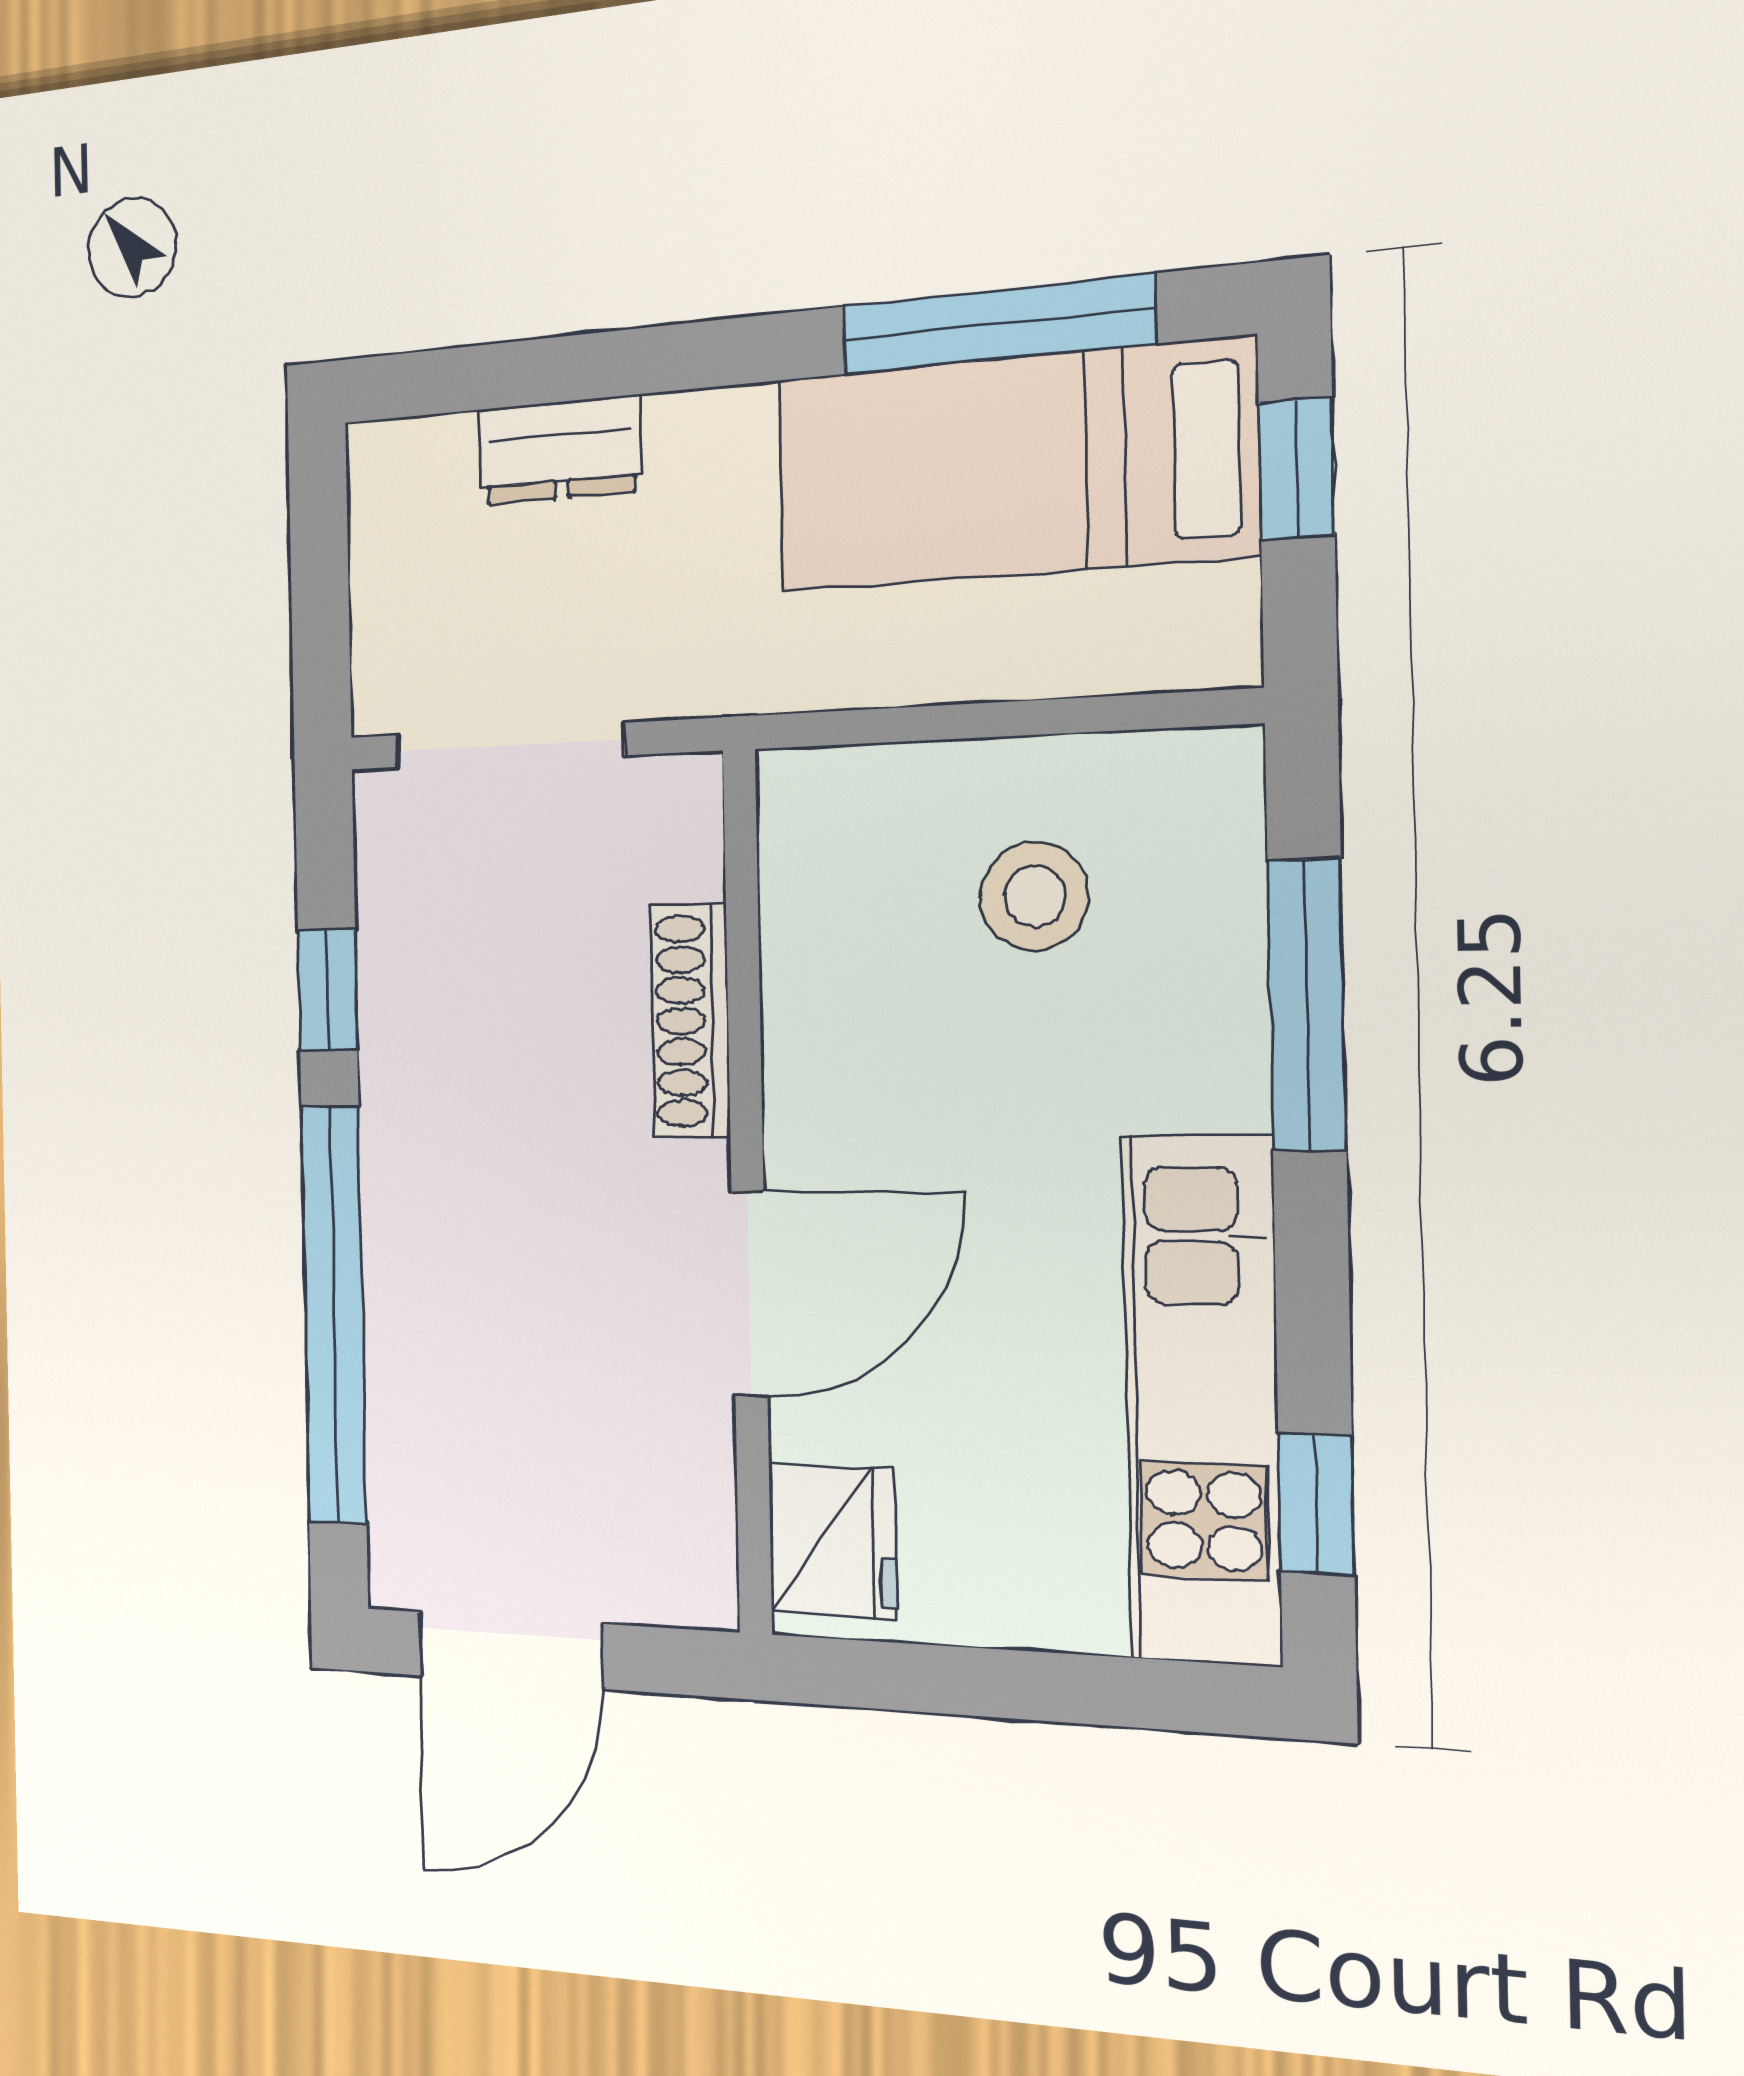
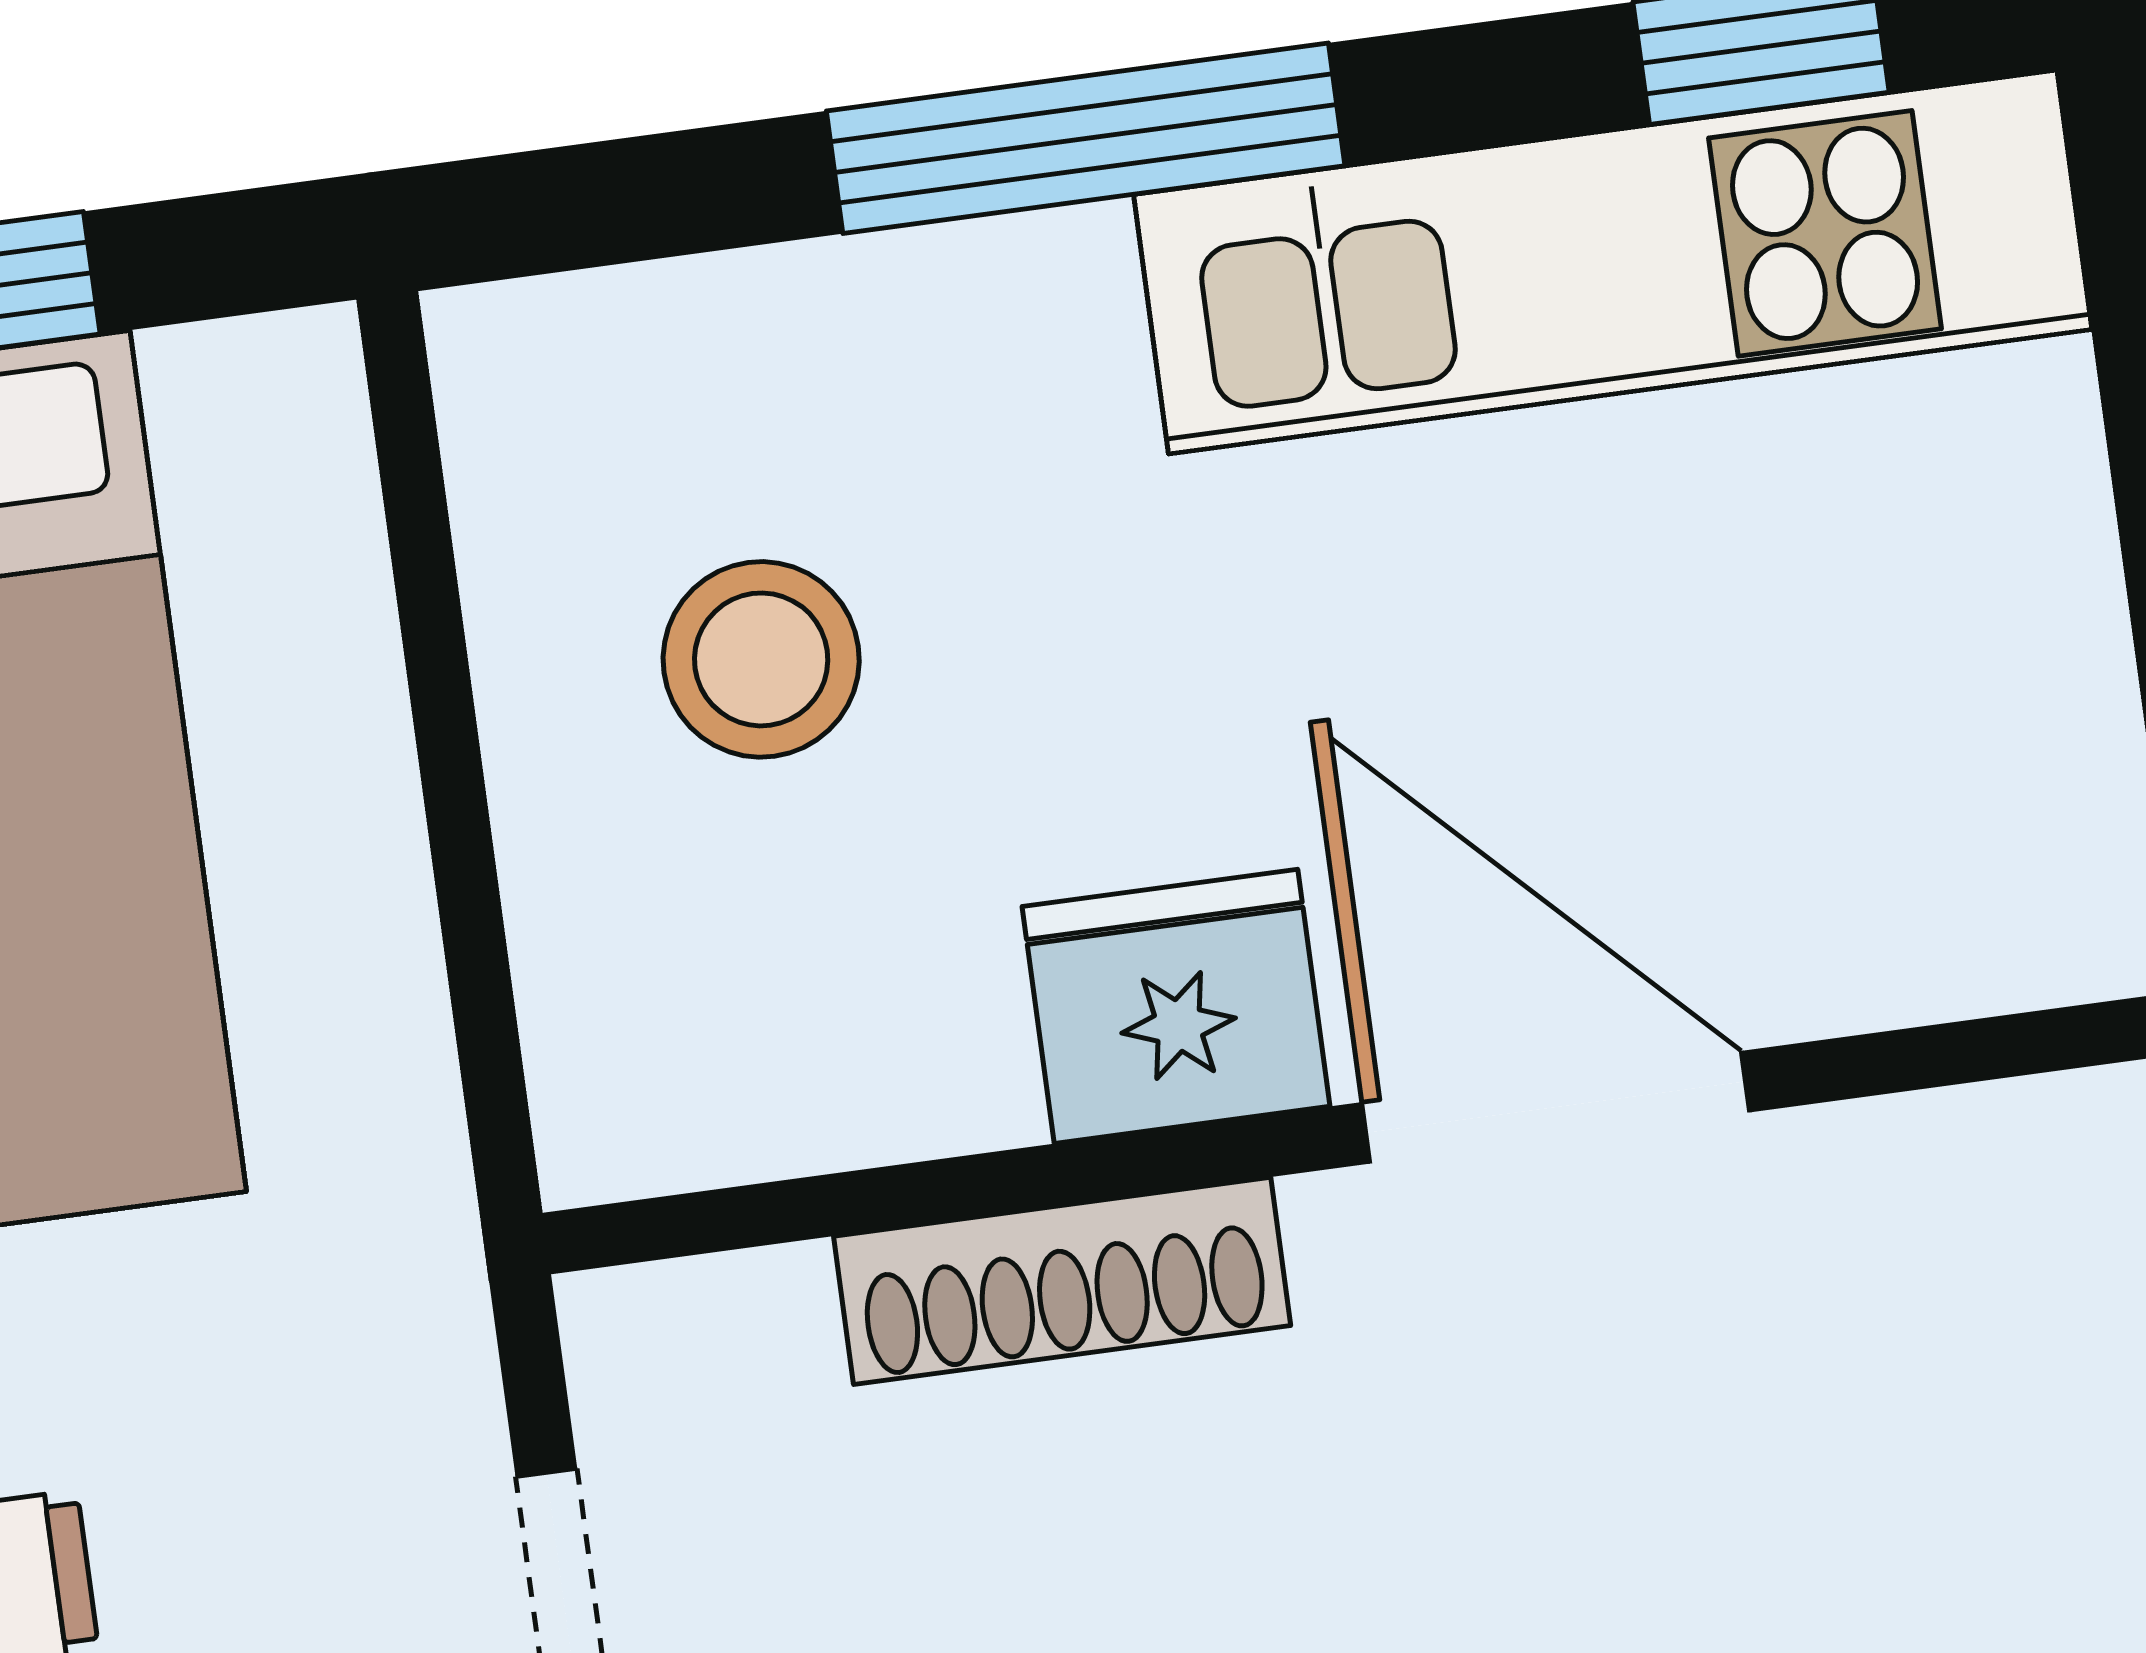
window: (1307, 1005) -> (1086, 138), moved
fridge: (832, 1541) -> (1176, 1006), moved

